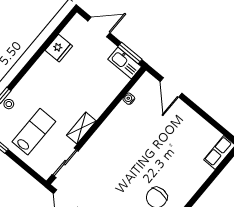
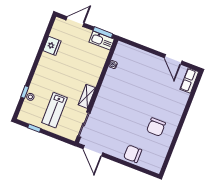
door: (171, 87) -> (173, 59), moved
lab bench: (34, 132) -> (55, 110), turned 180

